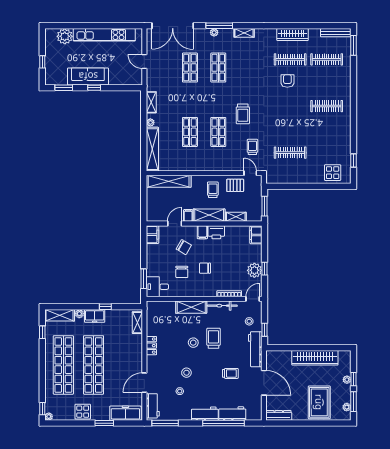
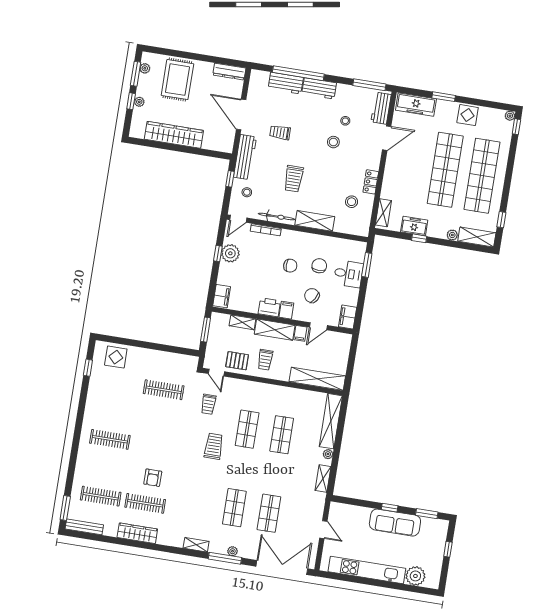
desk: (157, 287) -> (348, 274), moved
freezer: (95, 316) -> (414, 226), moved
stool: (193, 343) -> (352, 202), moved

